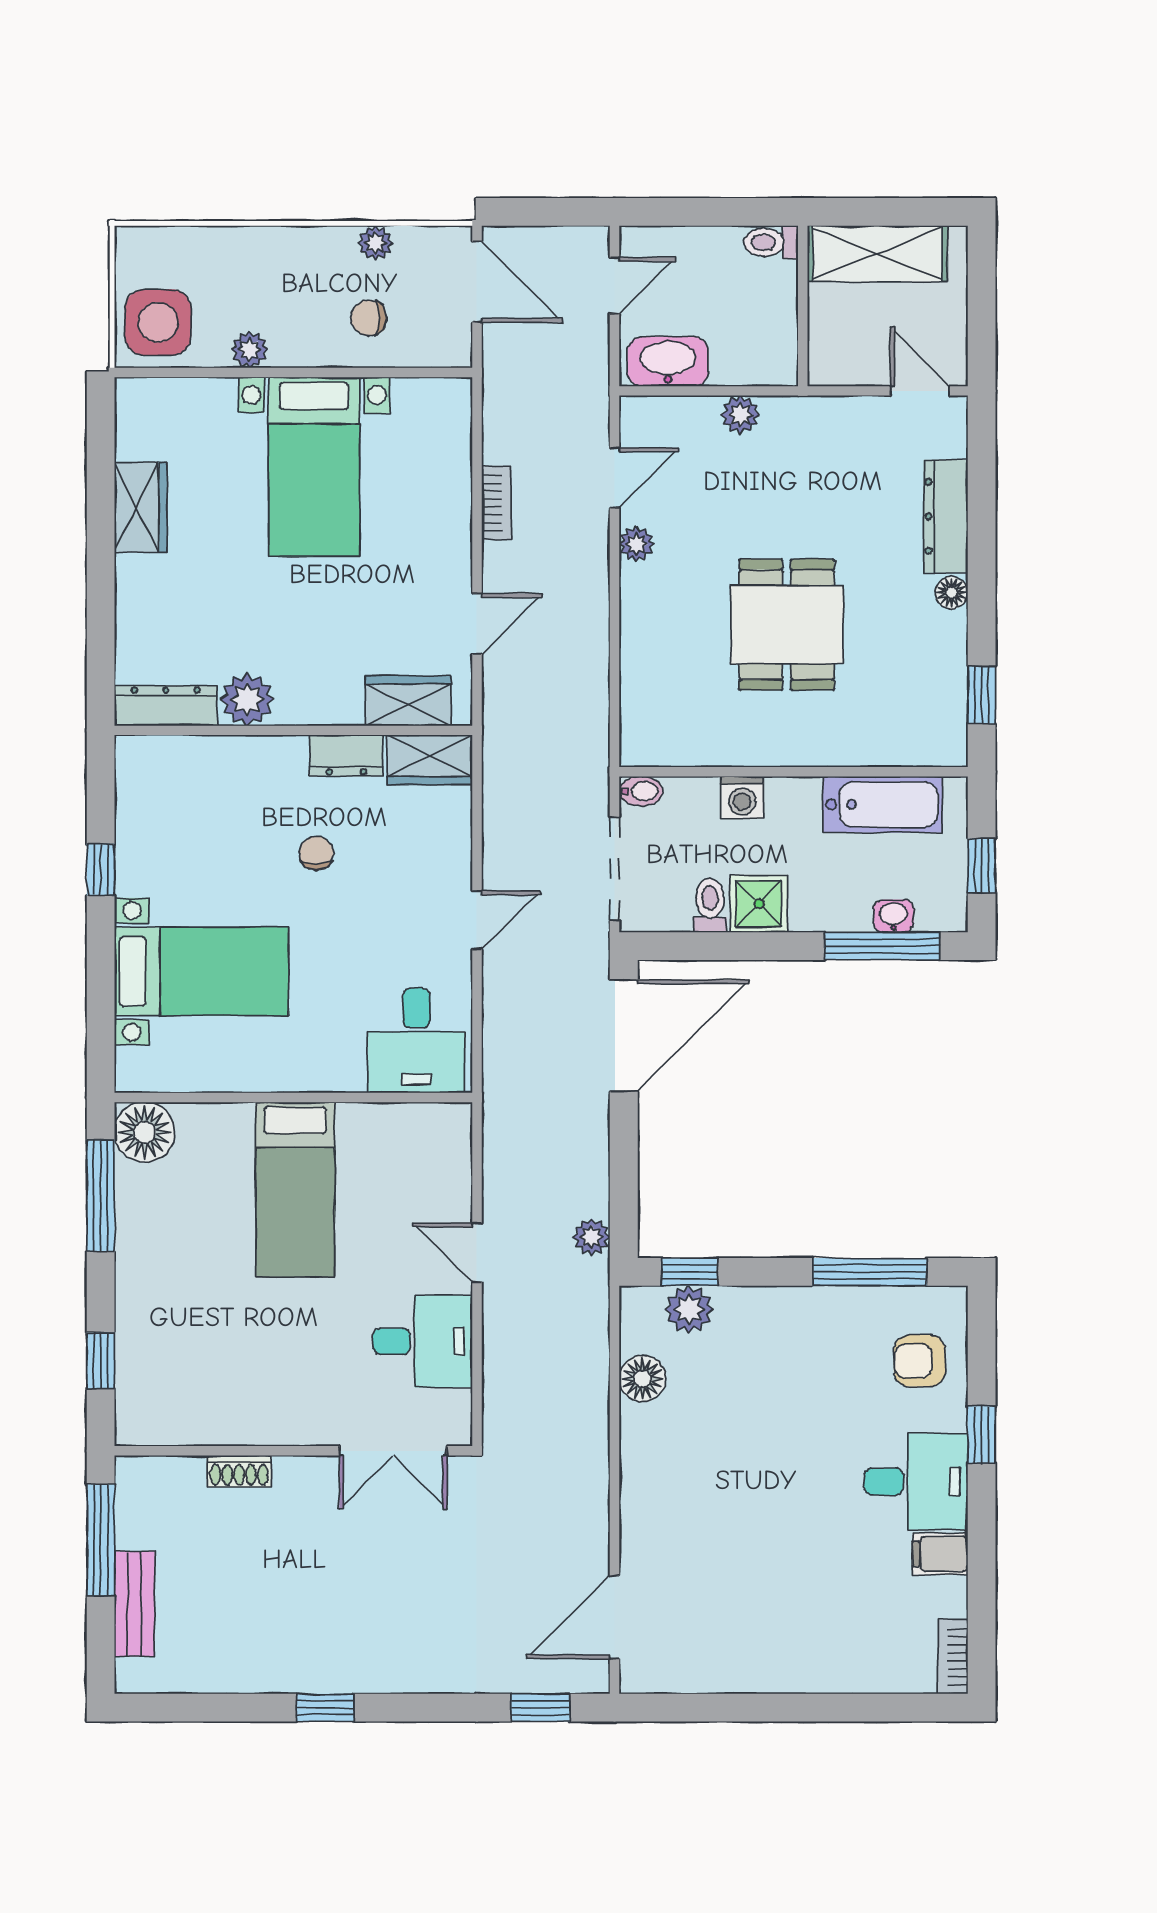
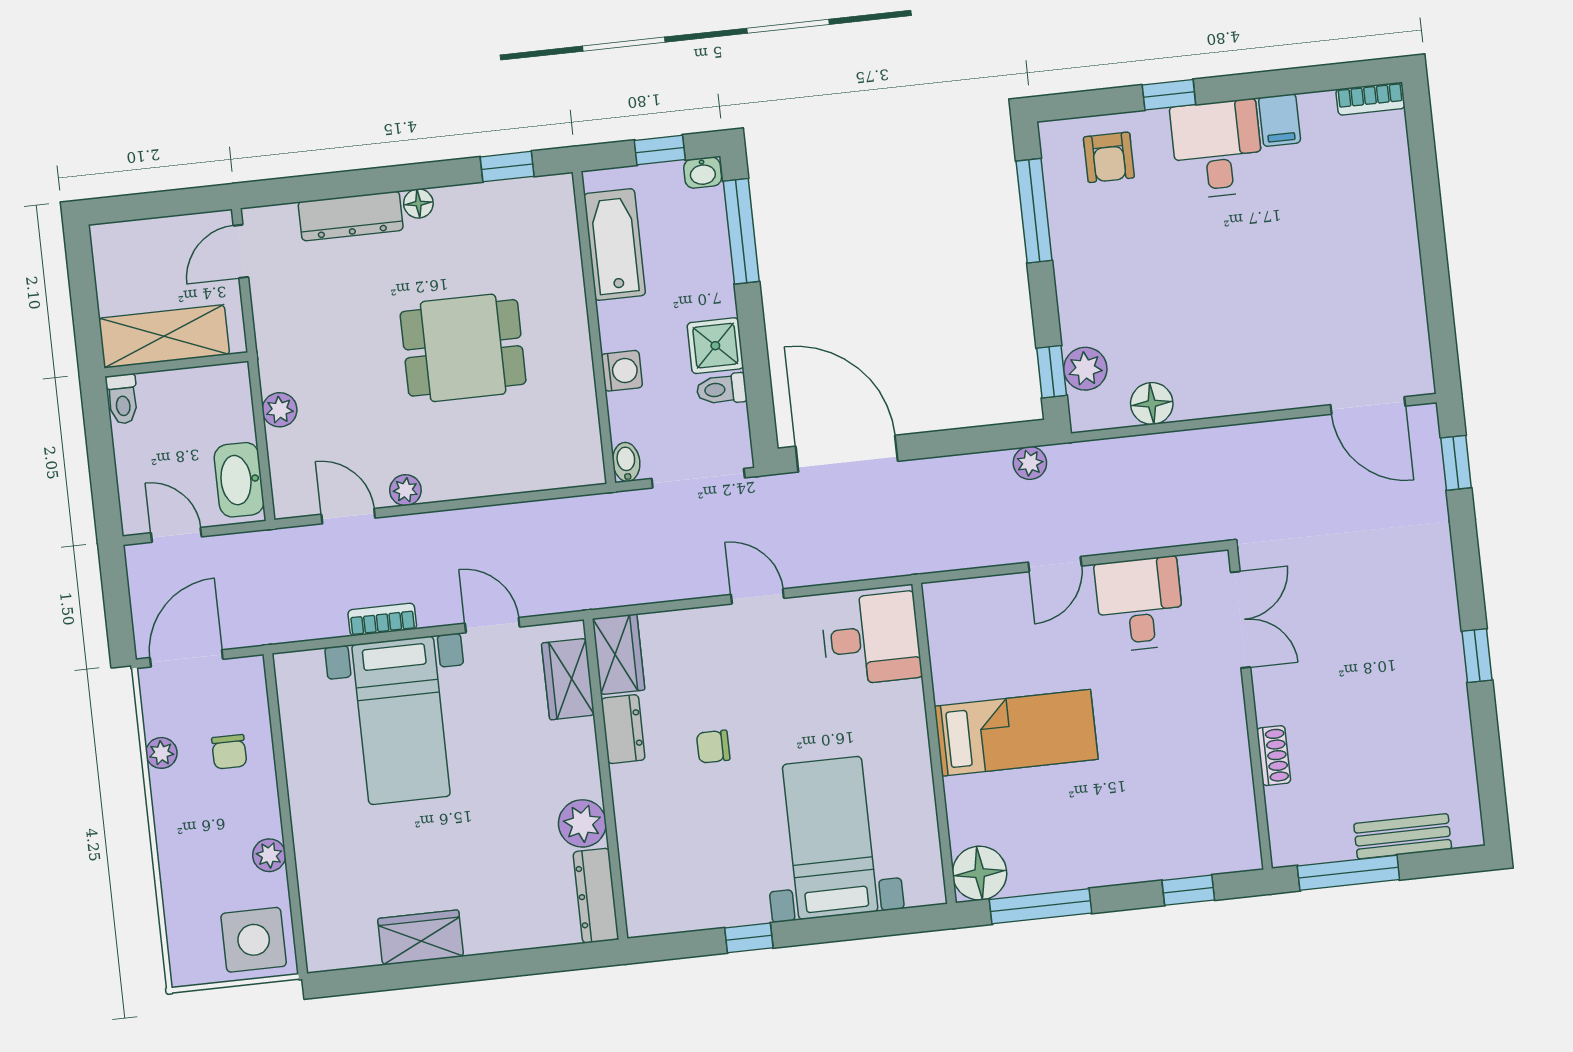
shelving: (877, 254) -> (164, 336), moved, turned 90
bed with nightstands: (314, 467) -> (401, 720), moved, turned 90
washbasin: (893, 916) -> (703, 173), moved, turned -90

